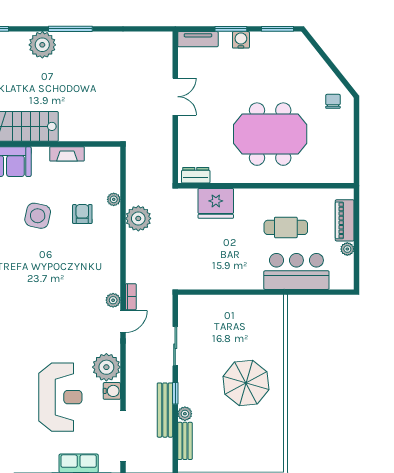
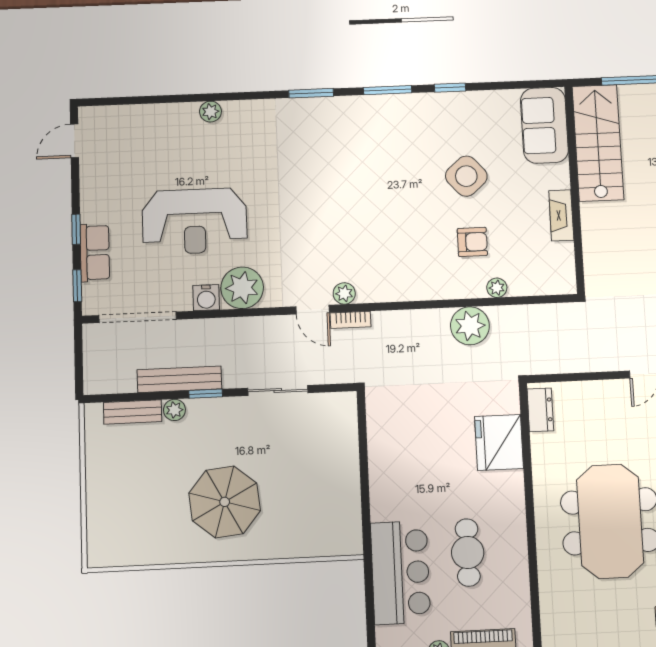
side table: (38, 216) -> (466, 176), turned 37

